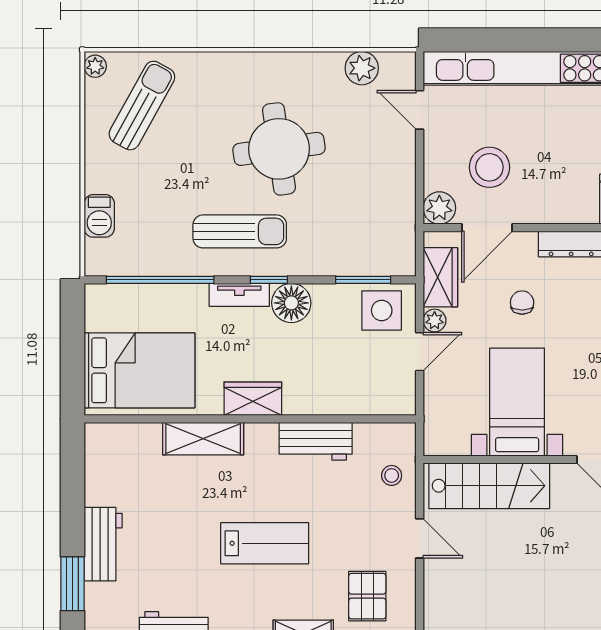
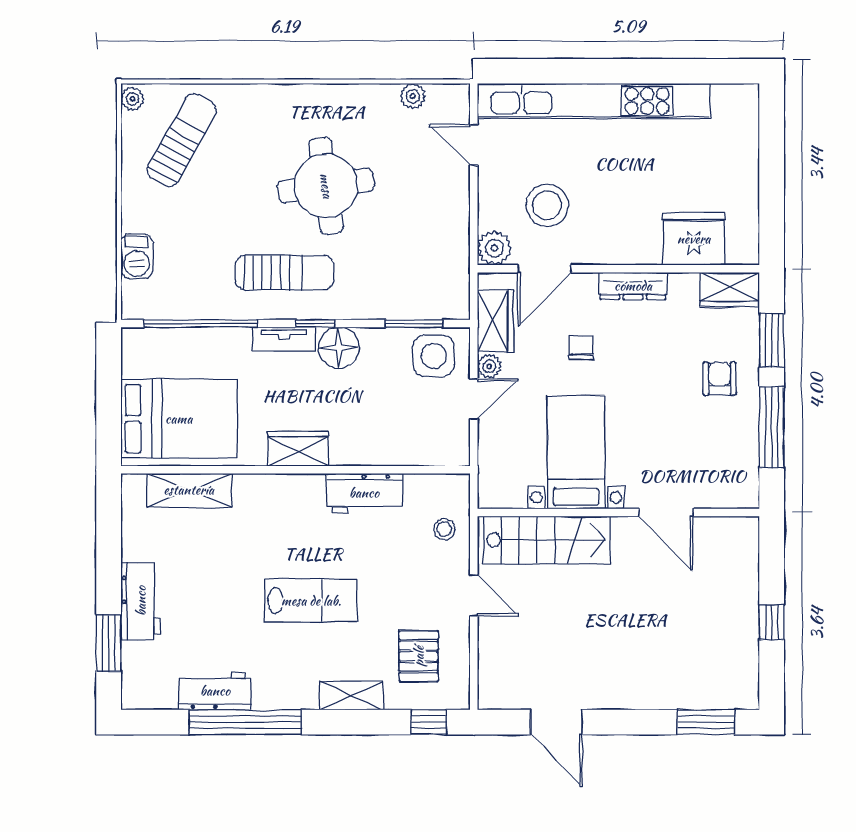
plant: (362, 68) -> (413, 96), width x0.73, depth x0.73
shelving: (203, 439) -> (189, 490), moved

